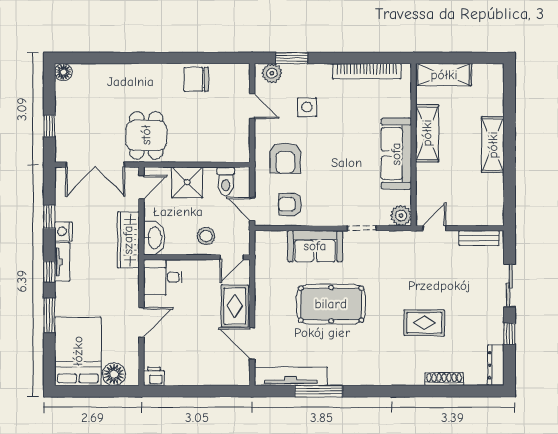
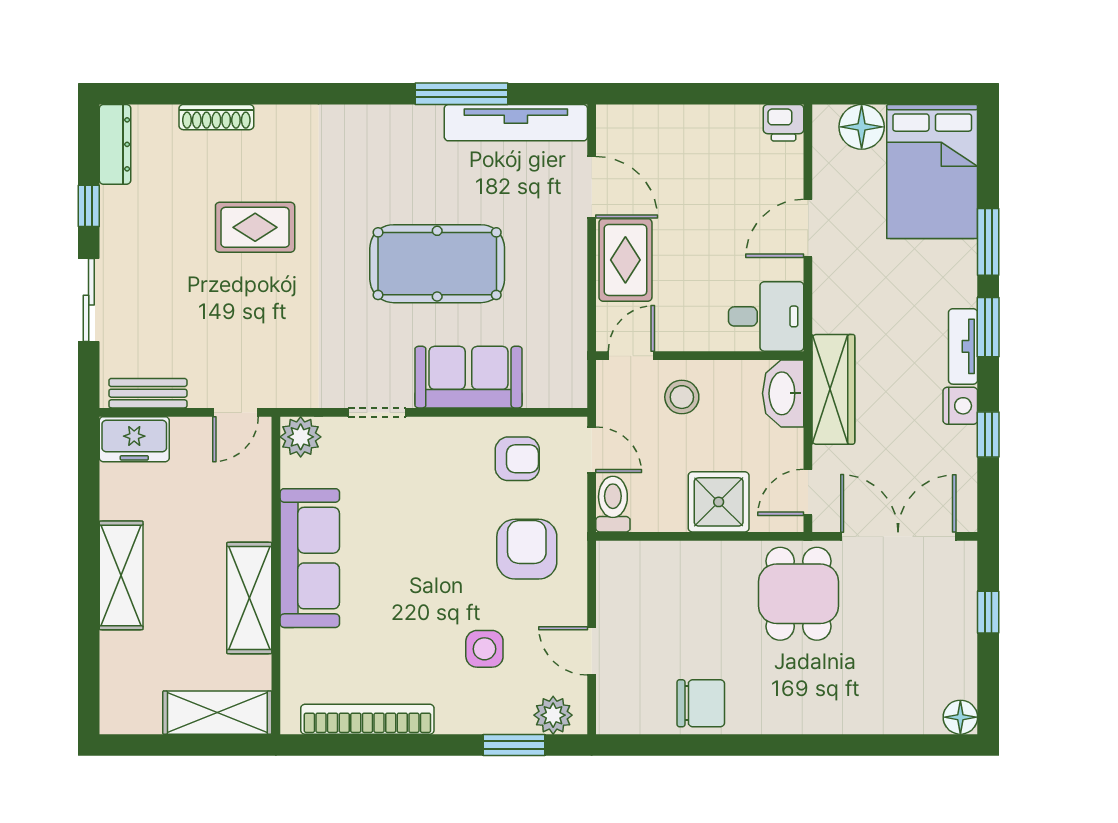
toilet: (226, 181) -> (613, 504), moved
freezer: (486, 214) -> (134, 439), added
window: (49, 272) -> (988, 327), width x1.50

